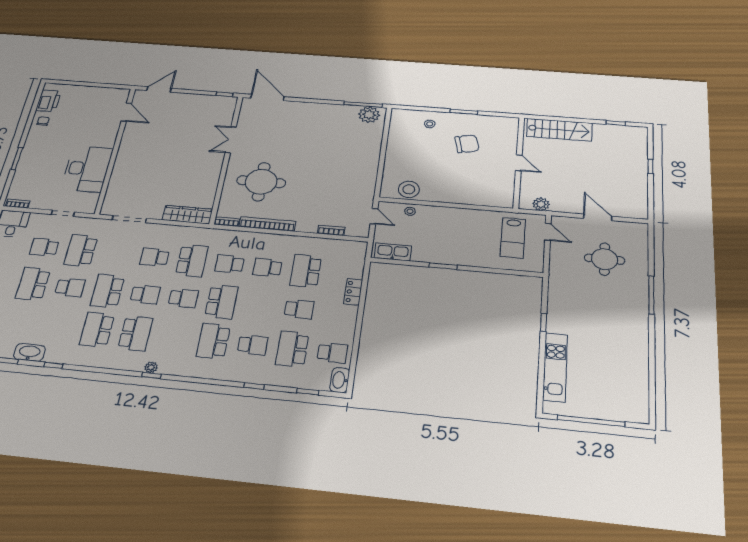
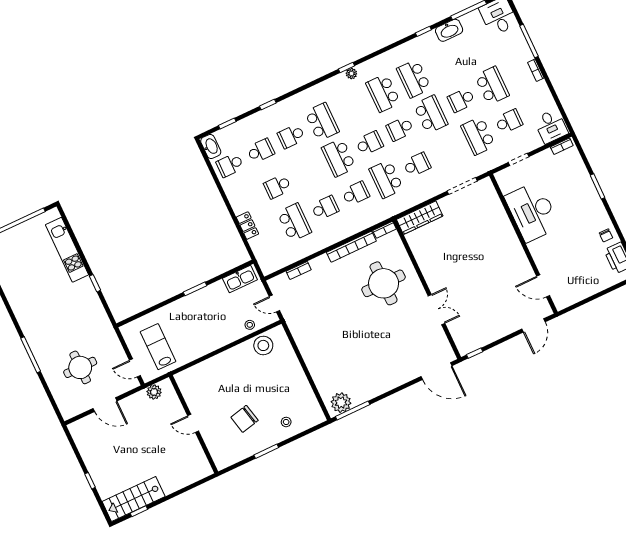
stairs: (559, 130) -> (134, 499), moved
school desk: (81, 250) -> (478, 136), turned 180
school desk: (183, 298) -> (369, 143), turned 180
school desk: (97, 330) -> (414, 79), turned 180
school desk: (292, 349) -> (261, 151), width x0.54

